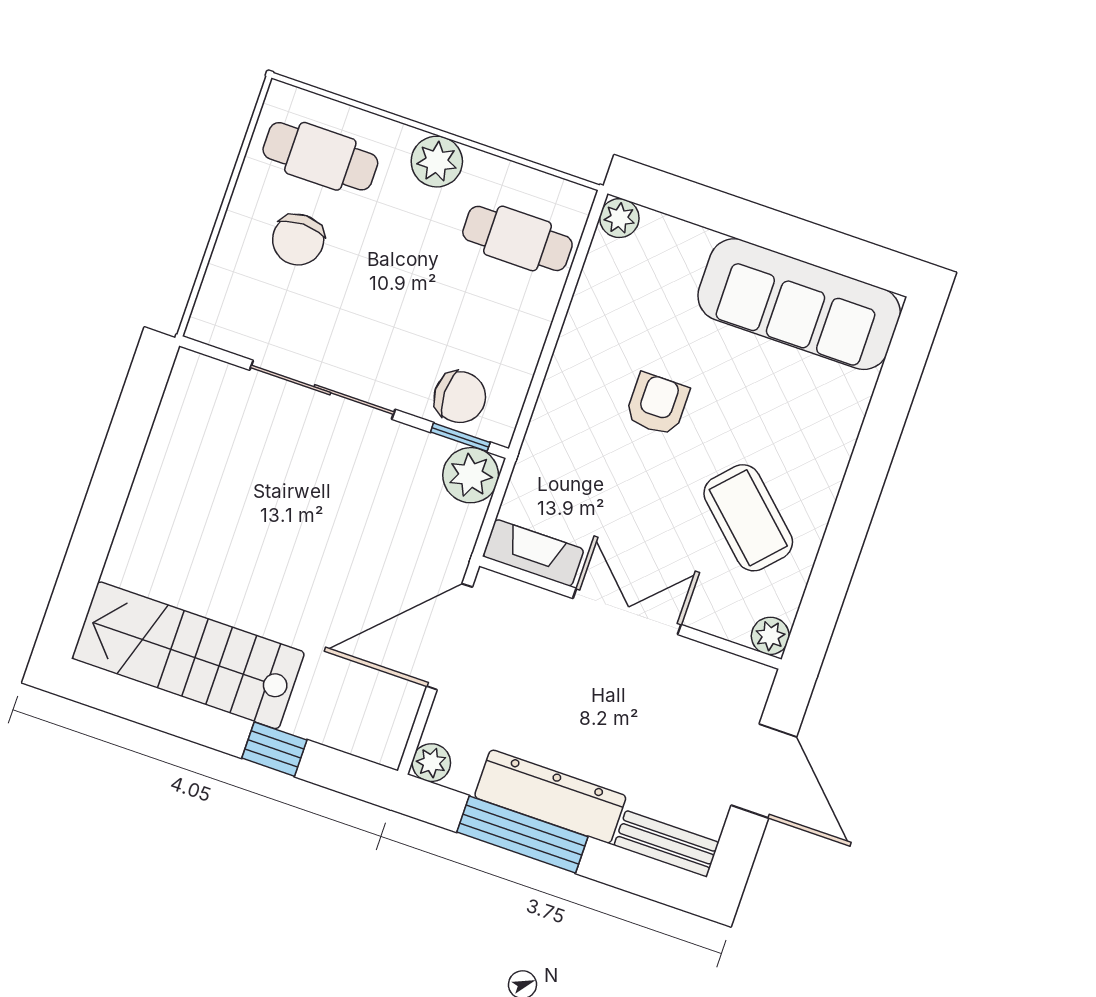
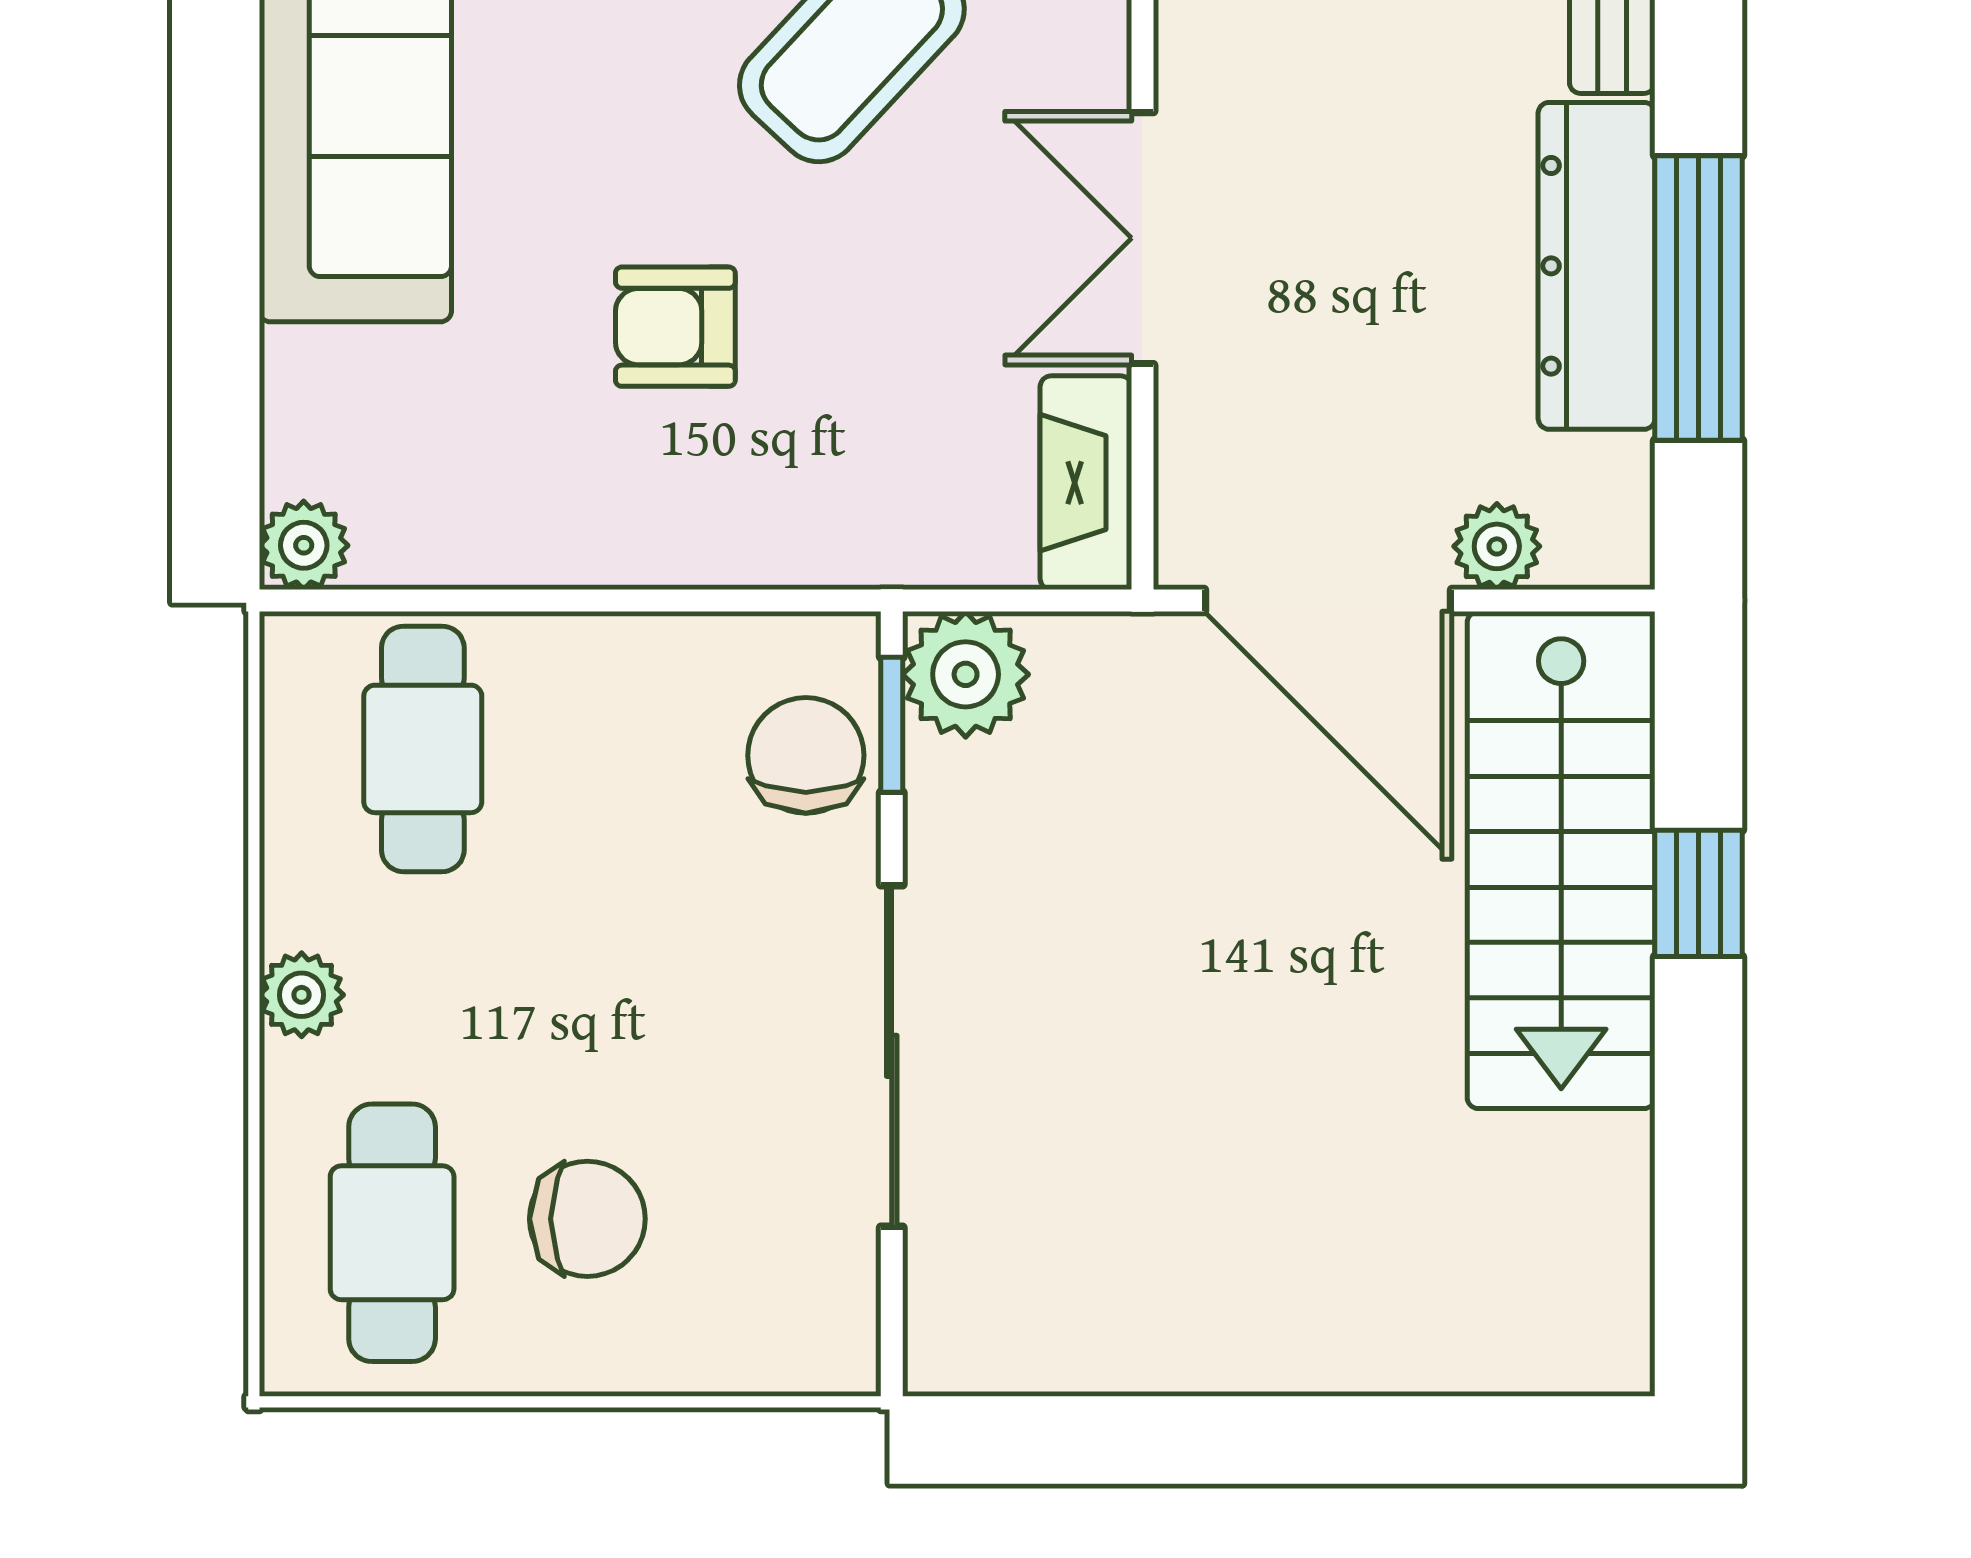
plant: (437, 162) -> (302, 995), width x0.73, depth x0.73
stairs: (188, 655) -> (1561, 860), moved
plant: (431, 763) -> (1497, 546), moved

